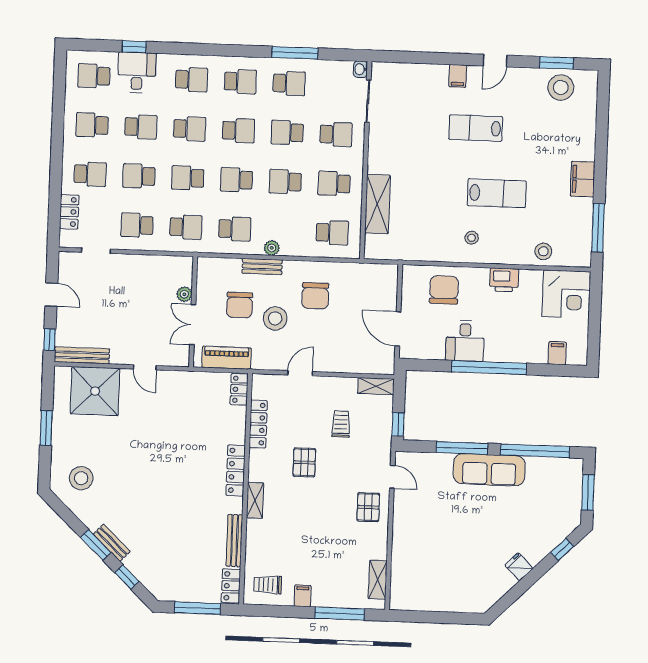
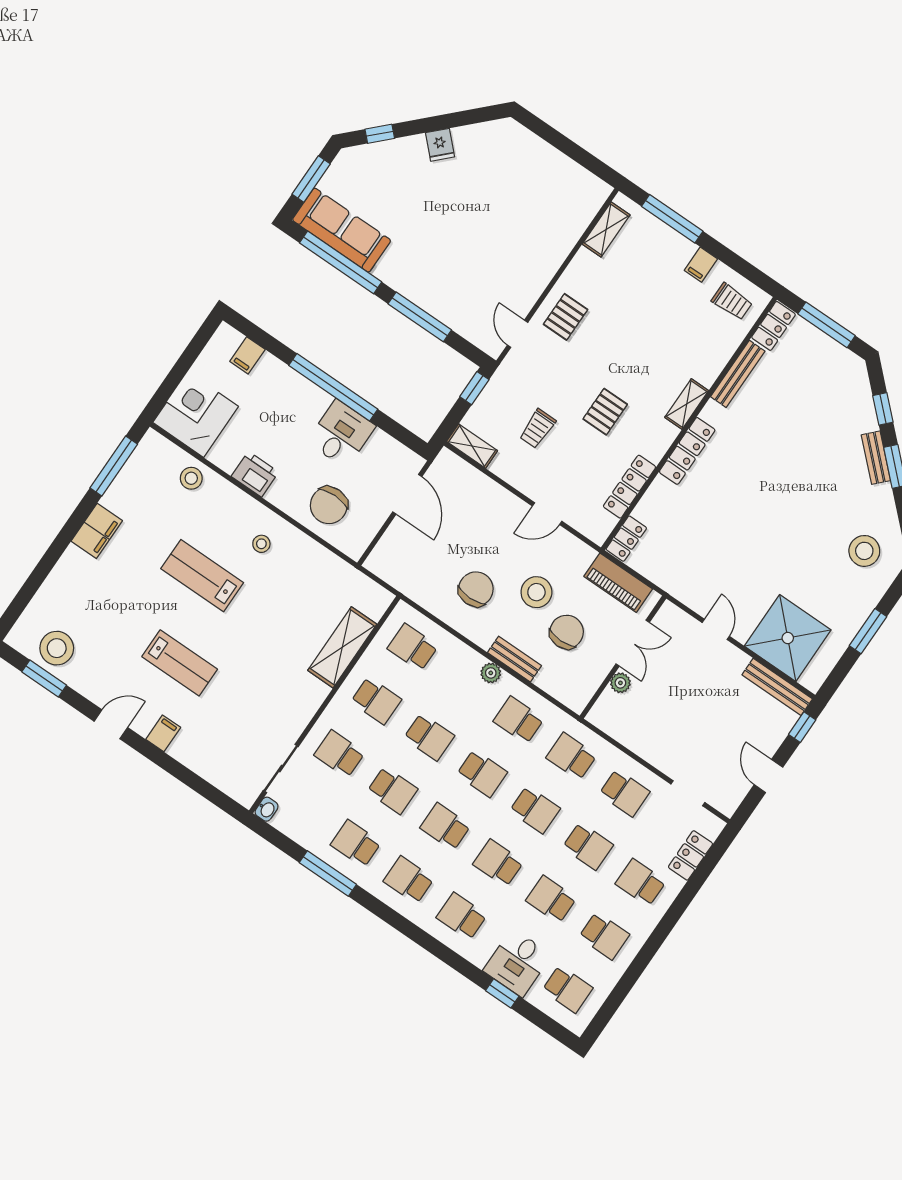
sofa: (489, 470) -> (342, 230), moved

